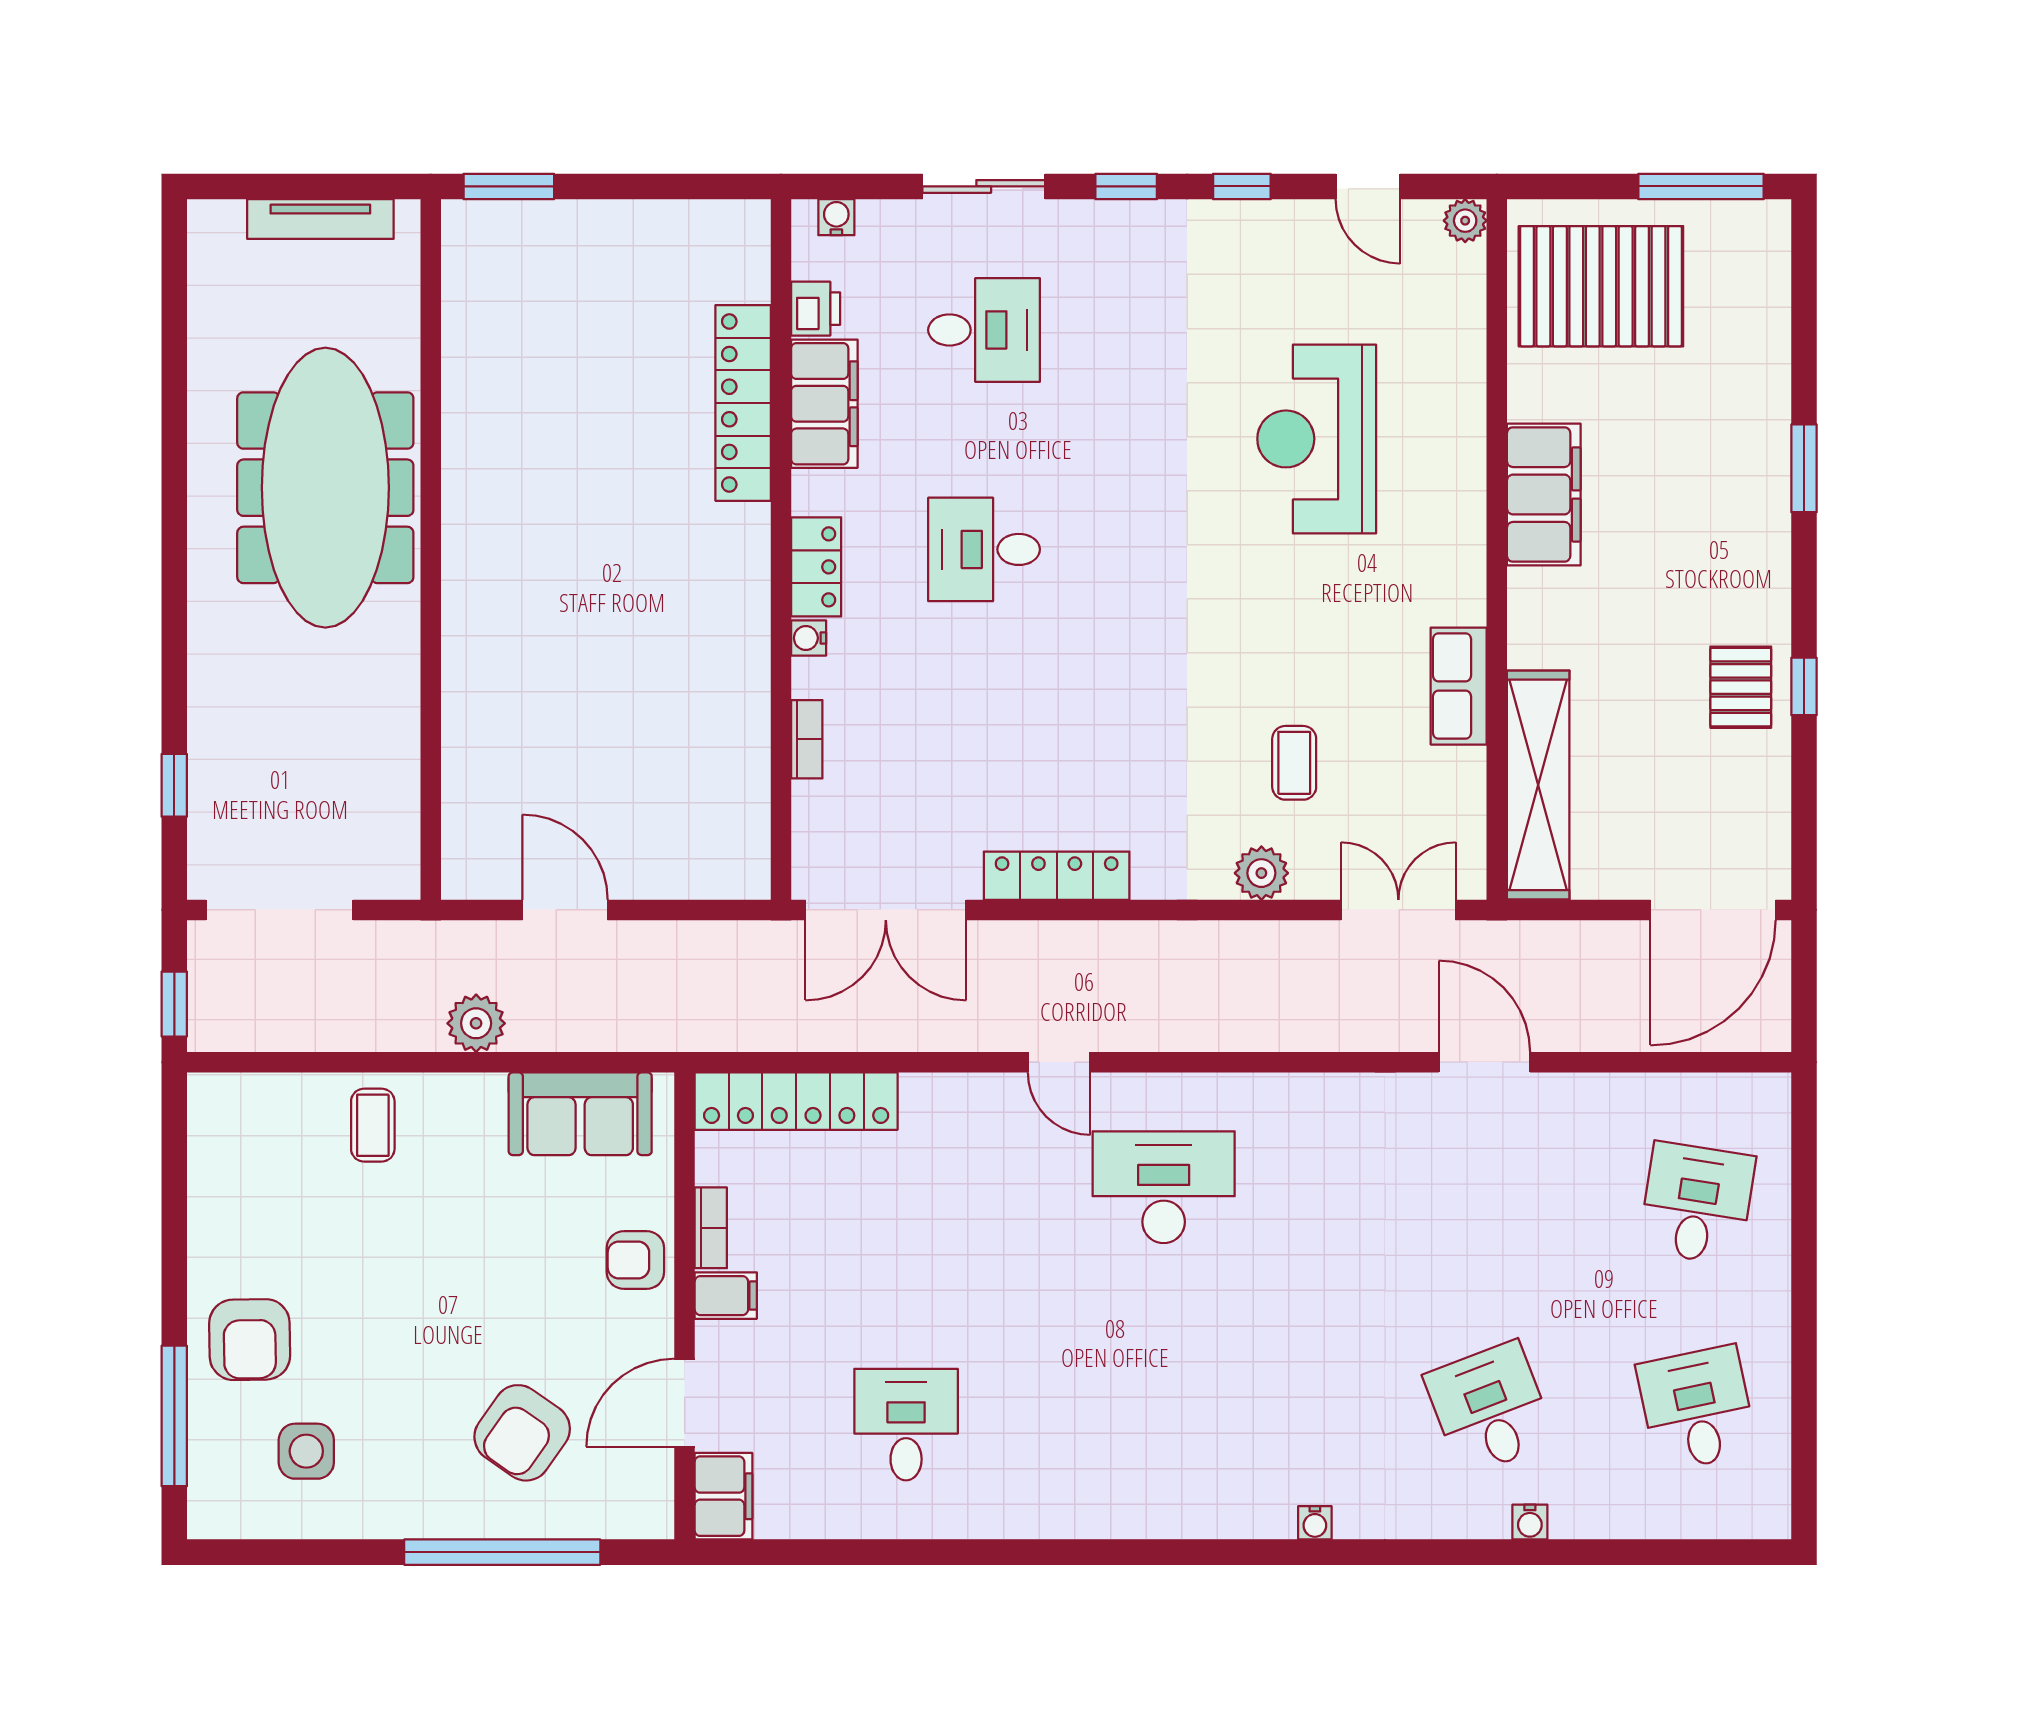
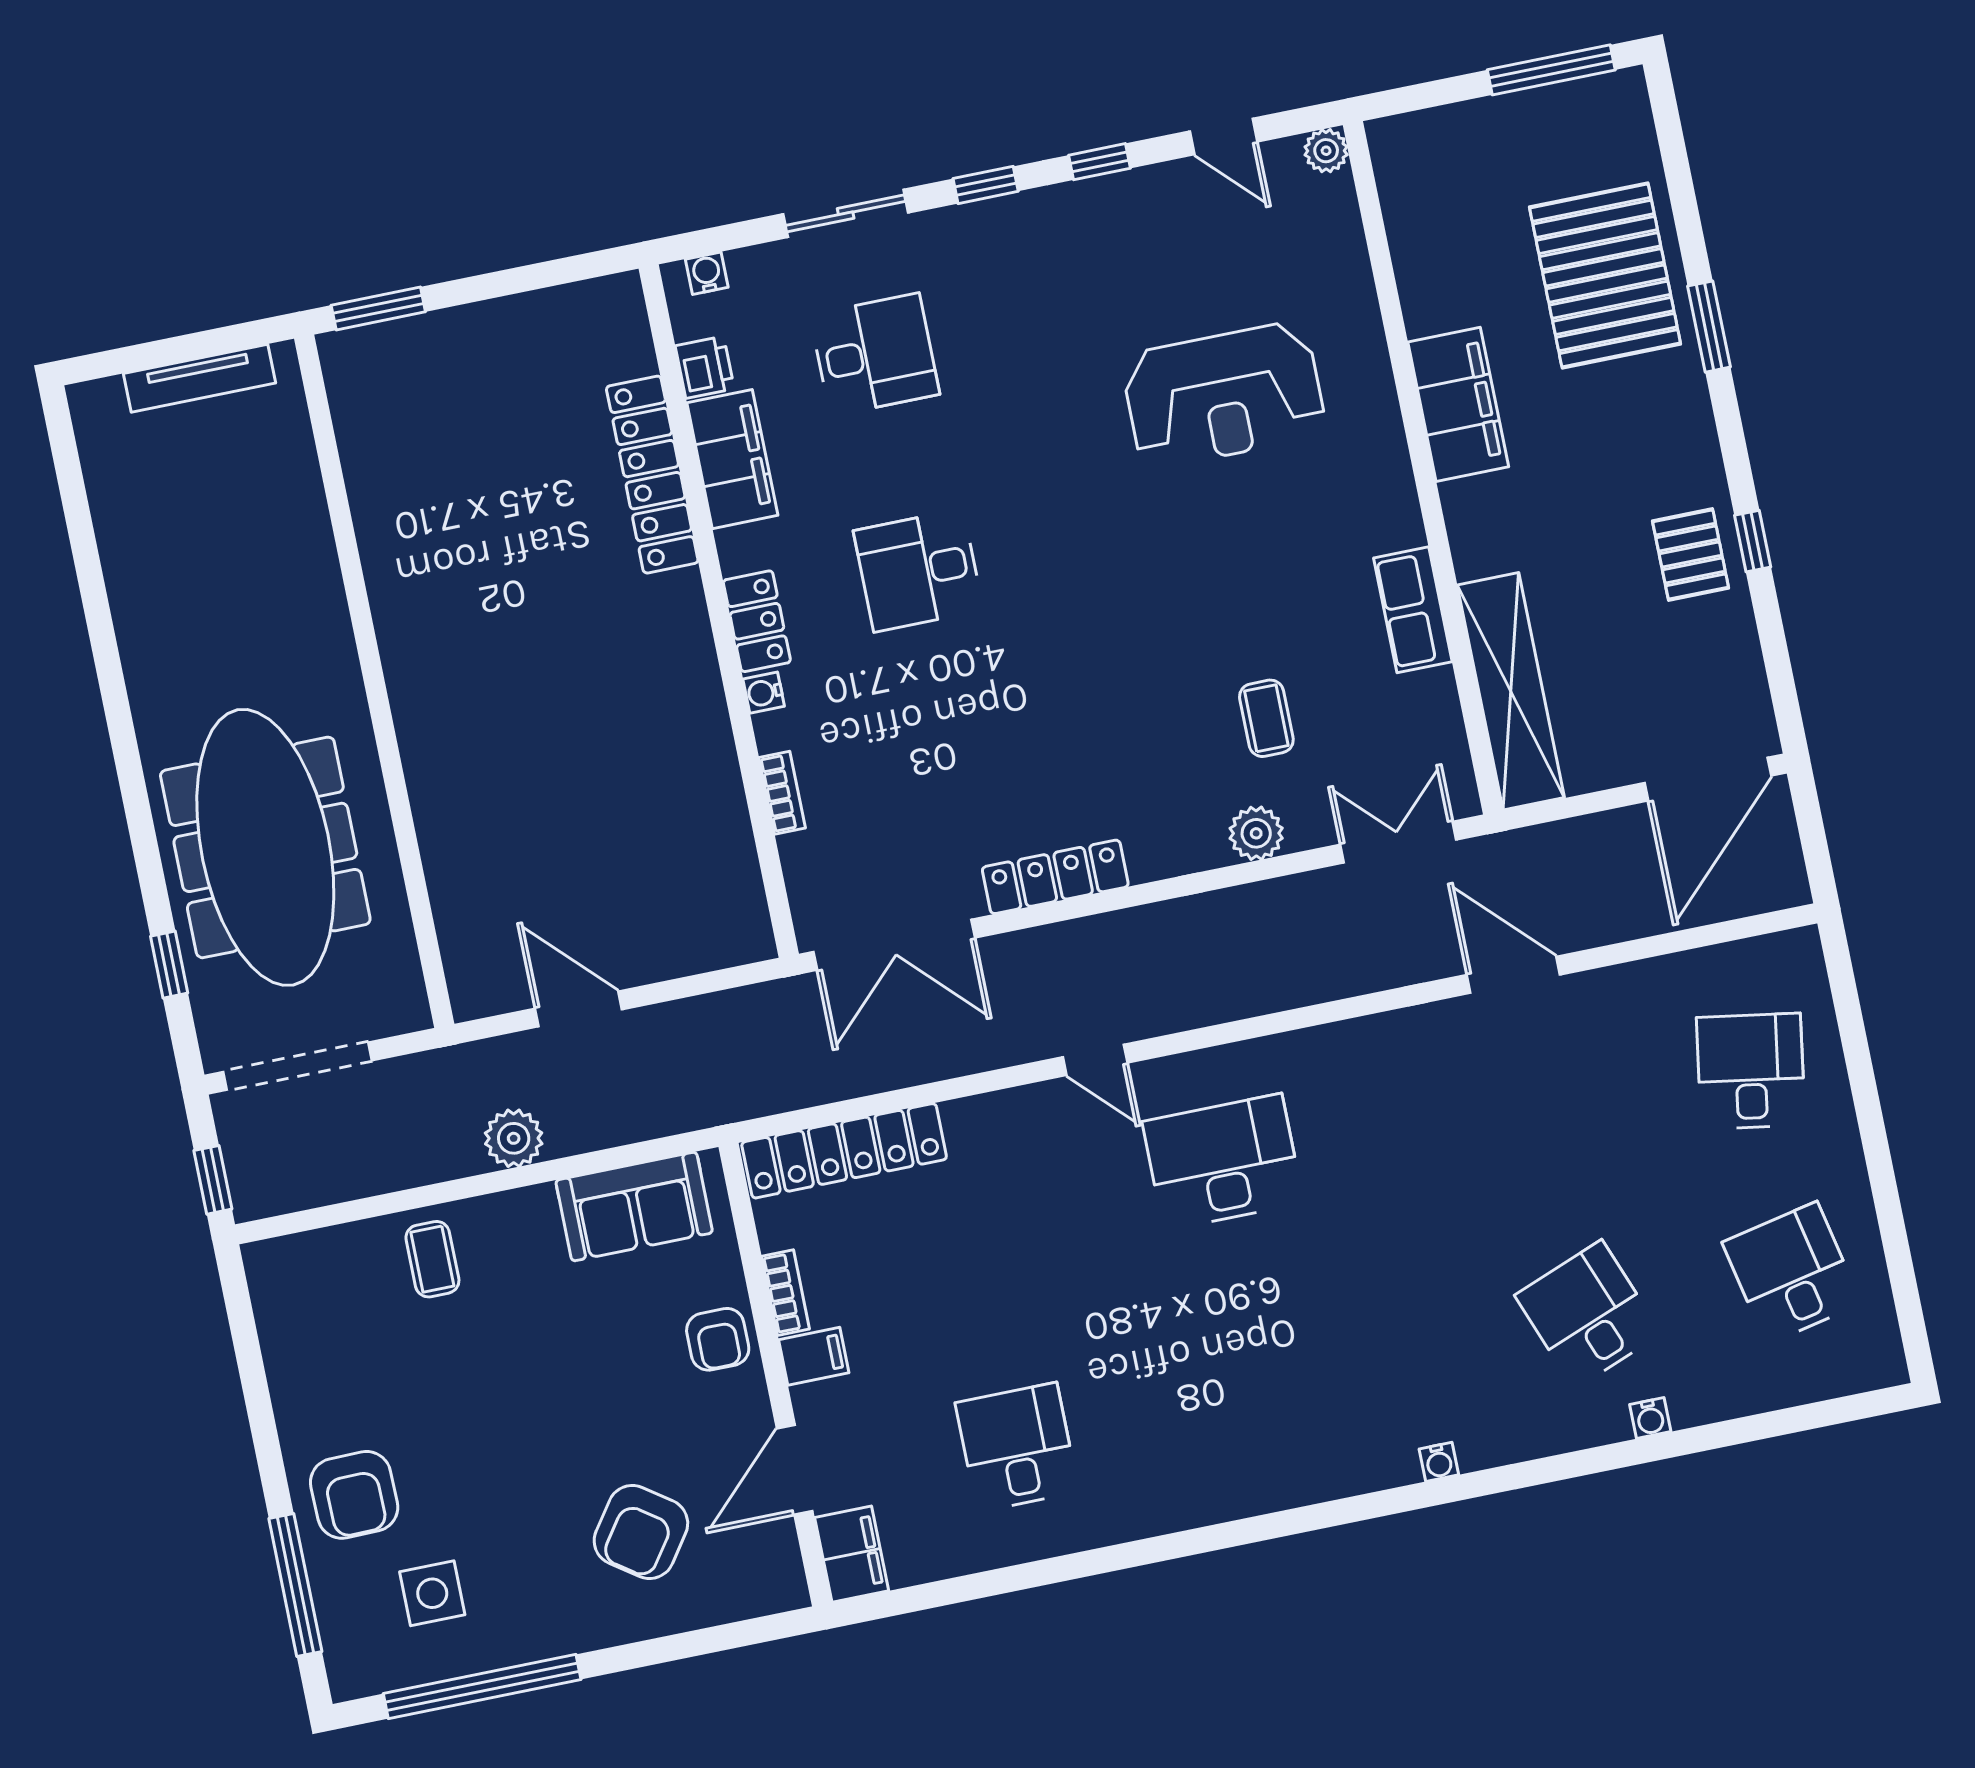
pallet: (1601, 286) -> (1605, 275), moved, turned 90
reception desk: (1317, 439) -> (1224, 395), turned -90
meeting table: (325, 488) -> (265, 847), moved
armchair: (635, 1260) -> (718, 1339), turned -90
window: (502, 1552) -> (482, 1687), moved

